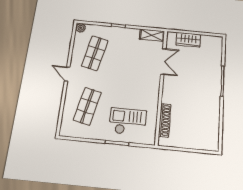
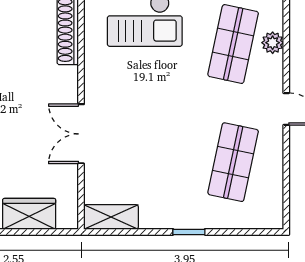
plant: (81, 28) -> (273, 43), moved
double door: (163, 61) -> (81, 134), moved

